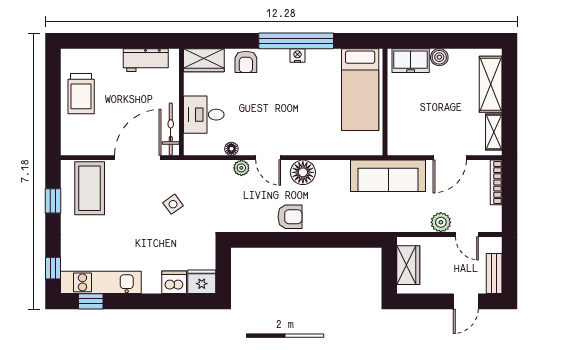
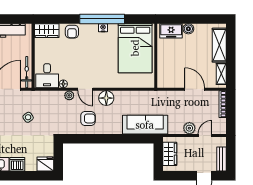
bed: (360, 90) -> (135, 48), width x1.50
desk: (204, 115) -> (47, 76), moved, turned -90
door: (450, 158) -> (195, 89), swing flipped
sofa: (388, 176) -> (145, 125), moved, turned 180
armchair: (290, 217) -> (88, 118), moved
door: (467, 235) -> (205, 136), swing flipped
dishwasher: (174, 282) -> (17, 164), moved

